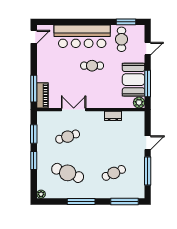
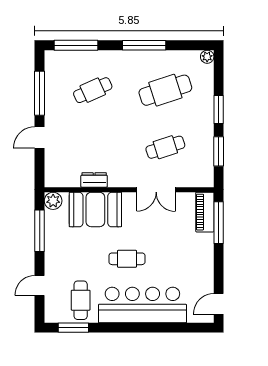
booth: (133, 80) -> (95, 210), moved, turned 90
cafe table: (68, 173) -> (165, 90), turned -39

